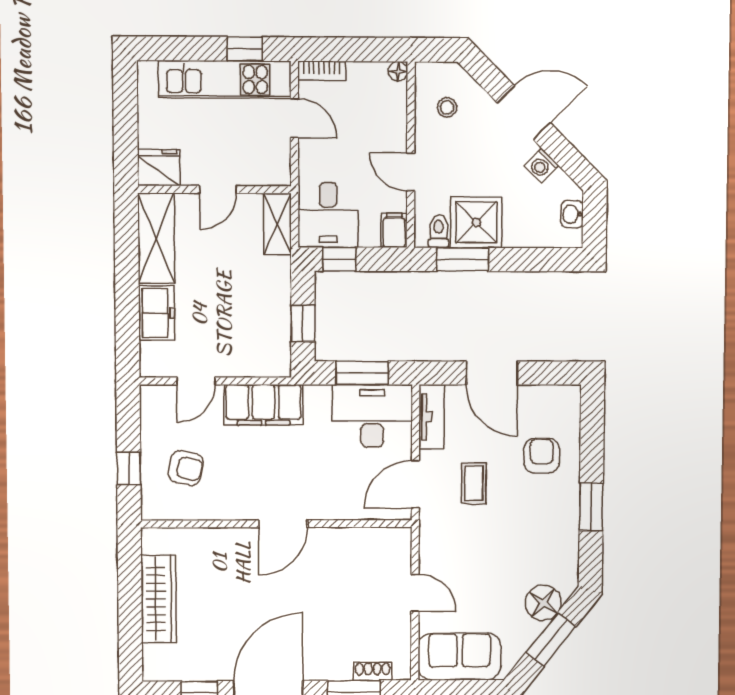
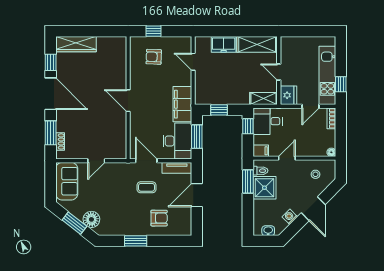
fridge: (159, 168) -> (288, 95), moved
filing cabinet: (264, 405) -> (182, 104), moved
armchair: (186, 468) -> (154, 57), turned 80
wardrobe: (159, 599) -> (76, 44), moved

